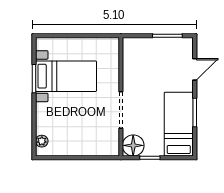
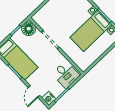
nightstand: (186, 46) -> (49, 98), added
desk: (141, 54) -> (66, 75), added

